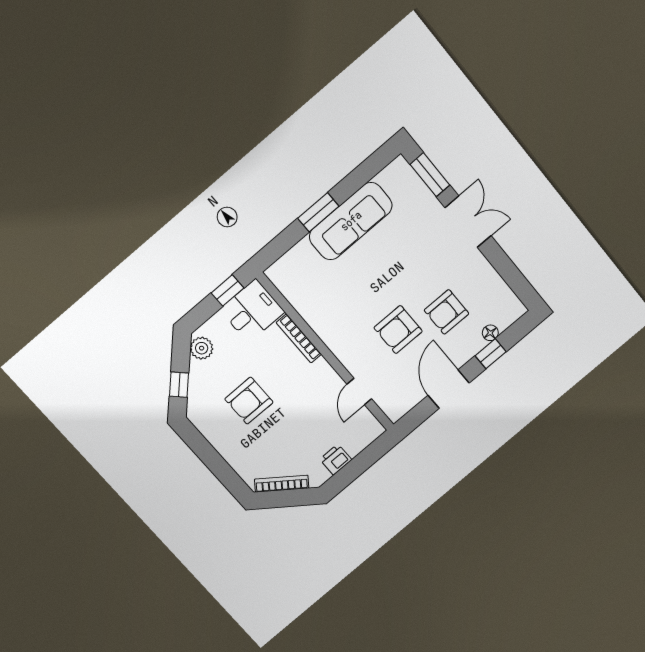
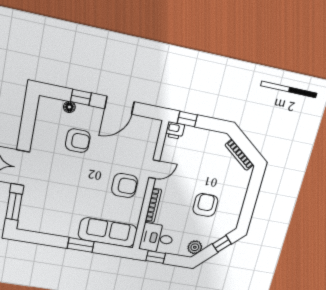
sofa: (351, 221) -> (108, 232), moved
armchair: (398, 330) -> (125, 185), moved
door: (359, 391) -> (154, 169), moved
armchair: (249, 401) -> (205, 205), turned -90
window: (373, 453) -> (187, 119), added
printer: (336, 459) -> (175, 130), moved

